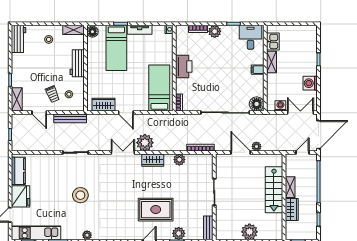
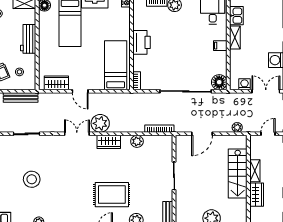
plant: (256, 146) -> (237, 127), moved
door: (241, 152) -> (202, 134), swing flipped

